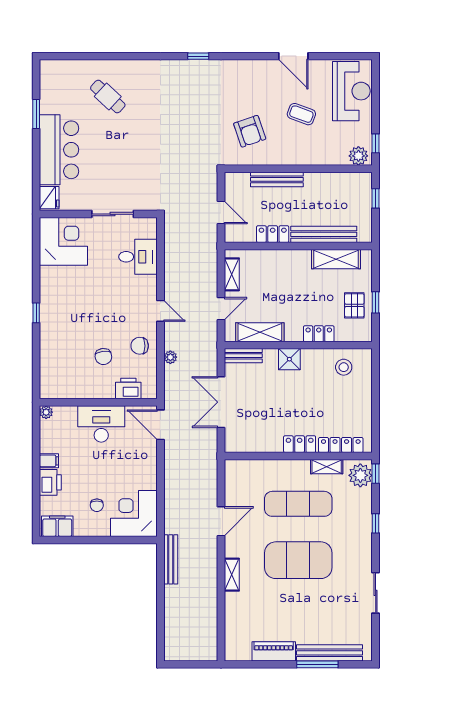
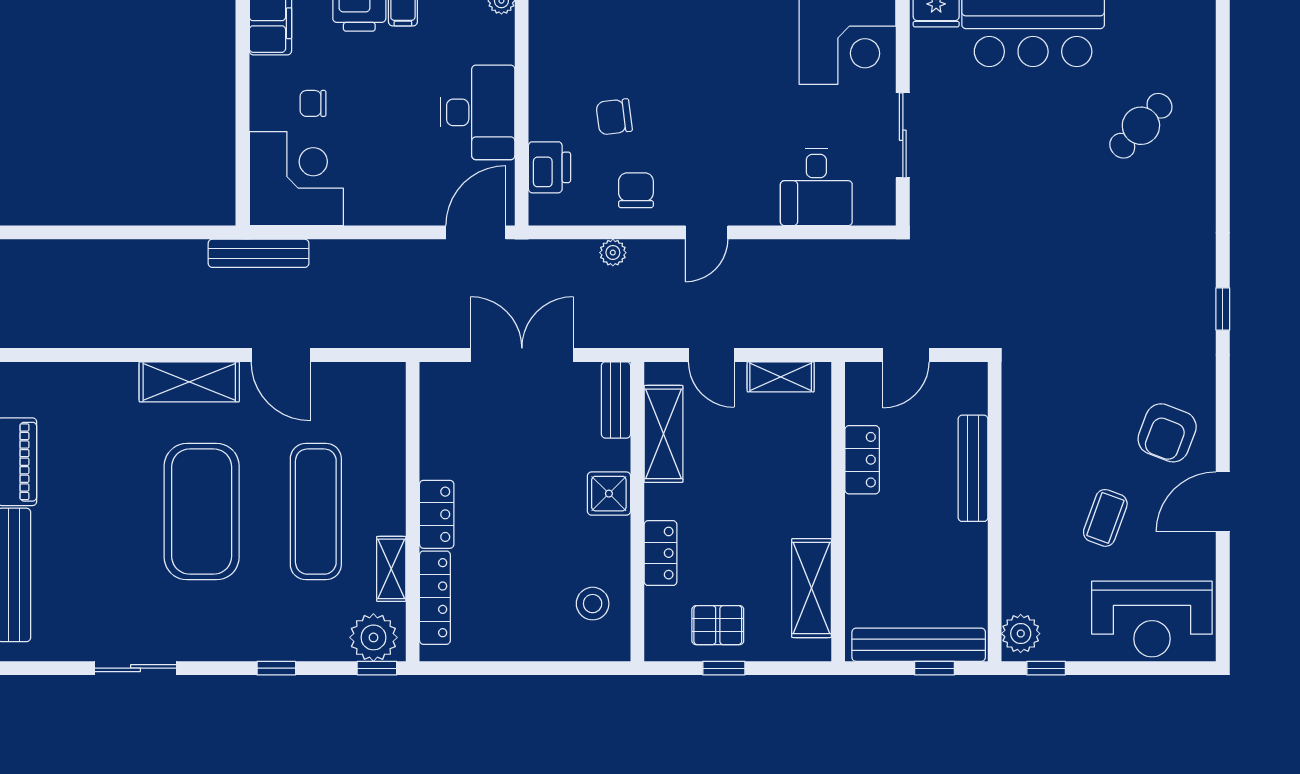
armchair: (250, 131) -> (1167, 433), moved, turned -50
bench: (324, 234) -> (919, 645), moved, turned 90
bench: (171, 559) -> (259, 253), moved
shelving: (232, 575) -> (189, 382), width x1.50, depth x1.33

